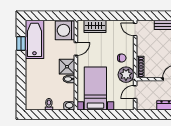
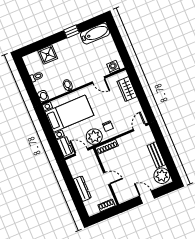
washing machine: (65, 30) -> (113, 67), width x0.53, depth x0.53
bathtub: (34, 39) -> (95, 34), width x0.73, depth x0.73
window: (21, 44) -> (72, 31), moved
shower: (67, 67) -> (48, 54), moved
dresser: (124, 105) -> (65, 146), added

